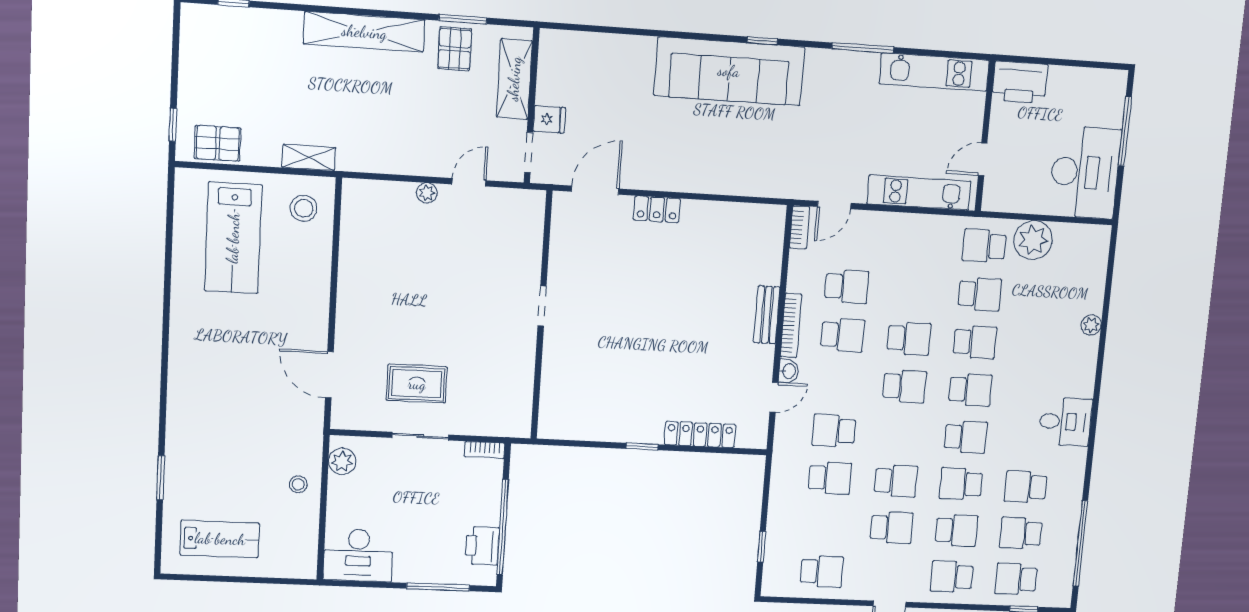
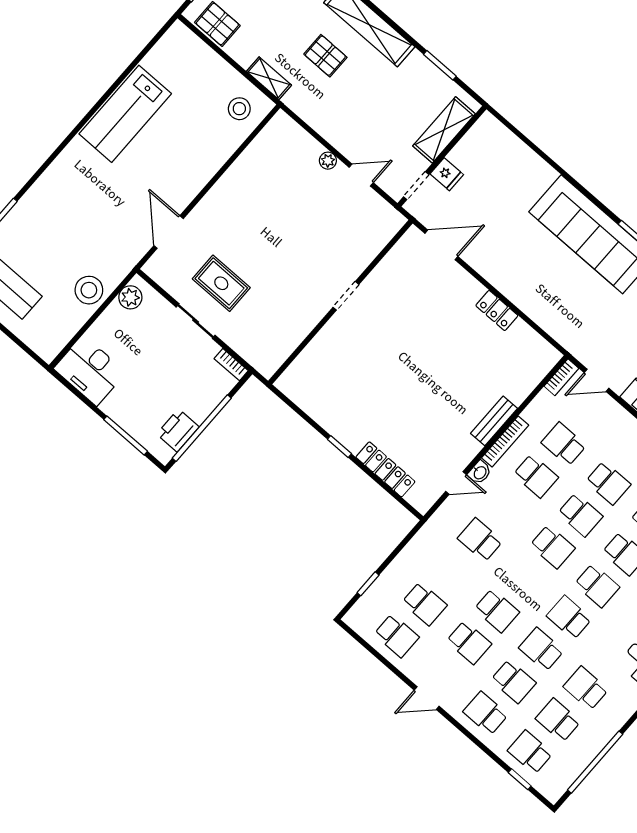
pallet: (455, 49) -> (325, 56), moved, turned 90
locker: (657, 209) -> (497, 310), moved
lab bench: (233, 238) -> (125, 114), moved
school desk: (847, 287) -> (564, 444), turned 180
school desk: (913, 290) -> (608, 483), added
school desk: (966, 437) -> (569, 617), turned 180
school desk: (830, 478) -> (424, 604), moved
stool: (298, 484) -> (89, 290), width x1.89, depth x1.89

